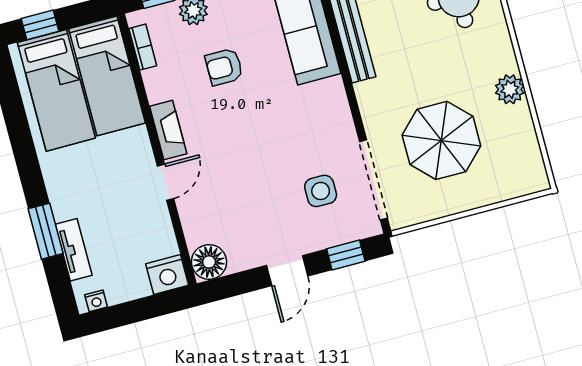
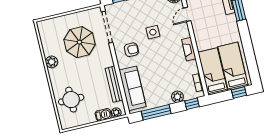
armchair: (224, 67) -> (131, 50), moved
door: (165, 182) -> (187, 14), moved
side table: (321, 191) -> (153, 32), moved

